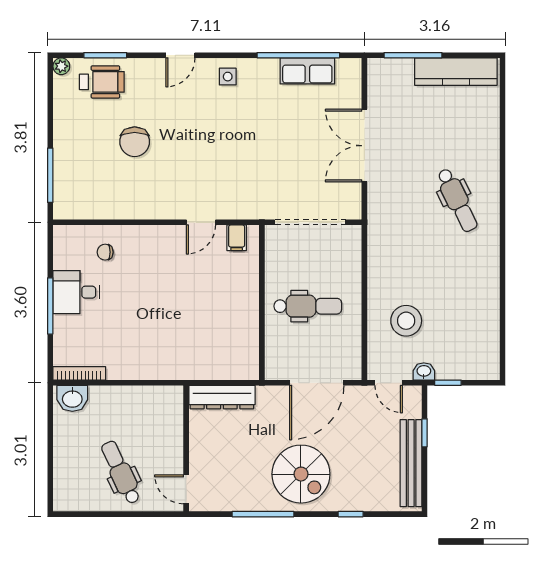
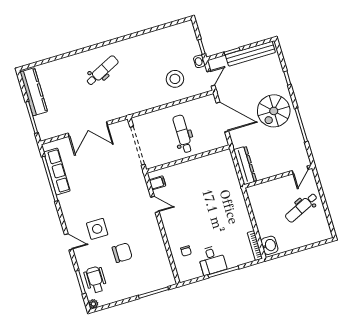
row of seats: (307, 71) -> (57, 171), width x1.48
side table: (228, 77) -> (97, 229), moved, width x1.87, depth x1.87
spiral stairs: (301, 474) -> (274, 111), turned 180

